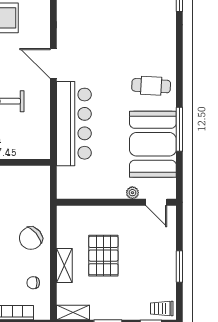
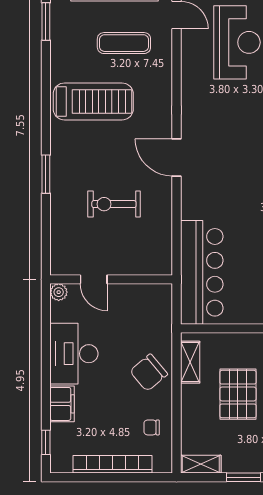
bar counter: (74, 124) -> (202, 272), moved
shelving: (64, 265) -> (190, 362), moved

